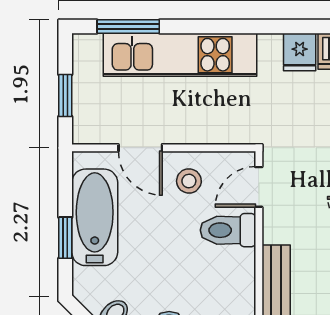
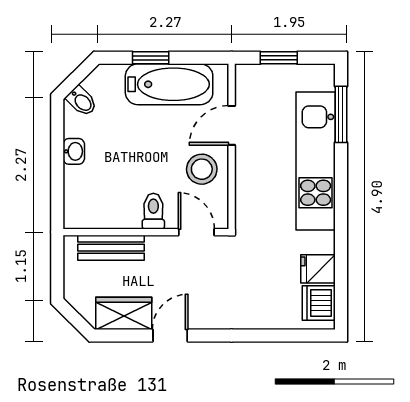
stool: (189, 181) -> (202, 169), width x1.37, depth x1.37
toilet: (228, 230) -> (153, 211), width x0.73, depth x0.72

